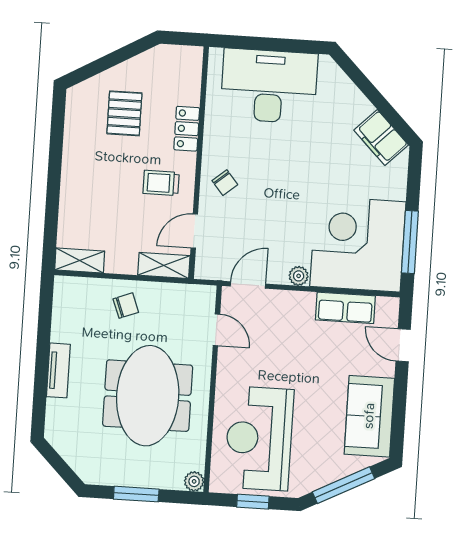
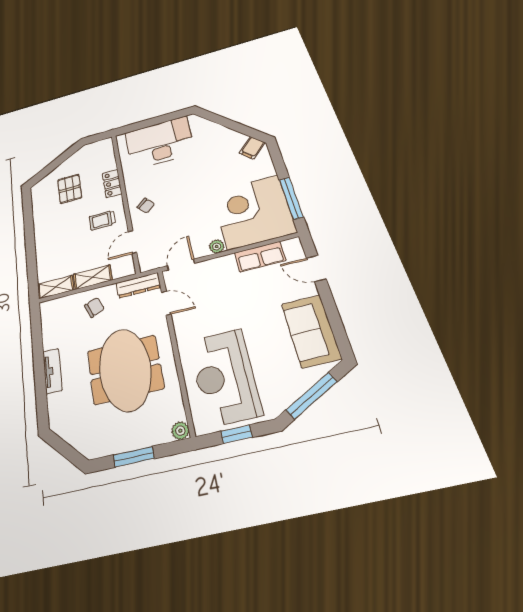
filing cabinet: (381, 138) -> (252, 148), width x0.50
shelving: (164, 265) -> (93, 277), moved
dresser: (188, 295) -> (138, 285), added

